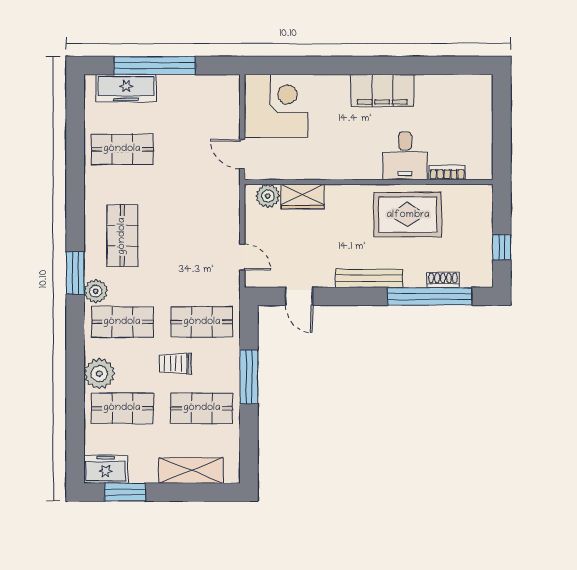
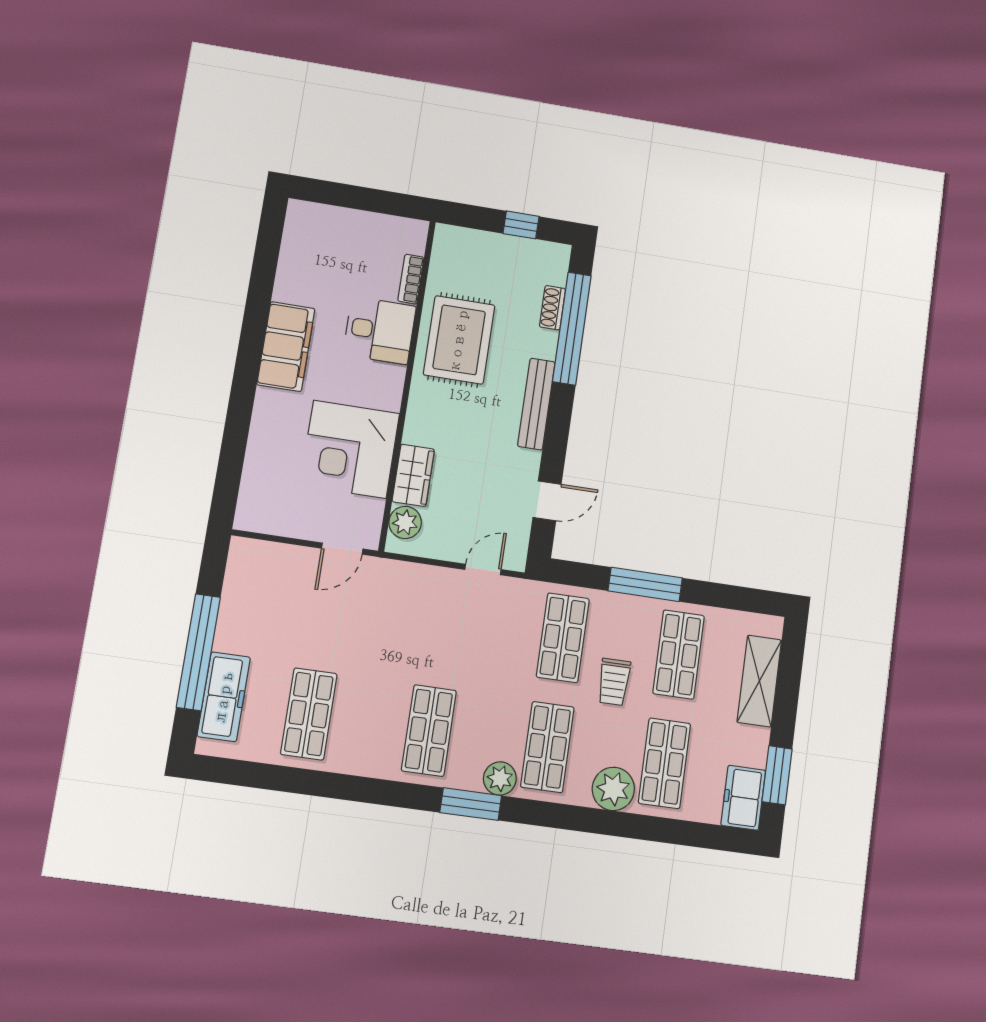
corner desk: (276, 106) -> (350, 449), moved, turned -90
shop shelf: (122, 236) -> (429, 731), turned 90

